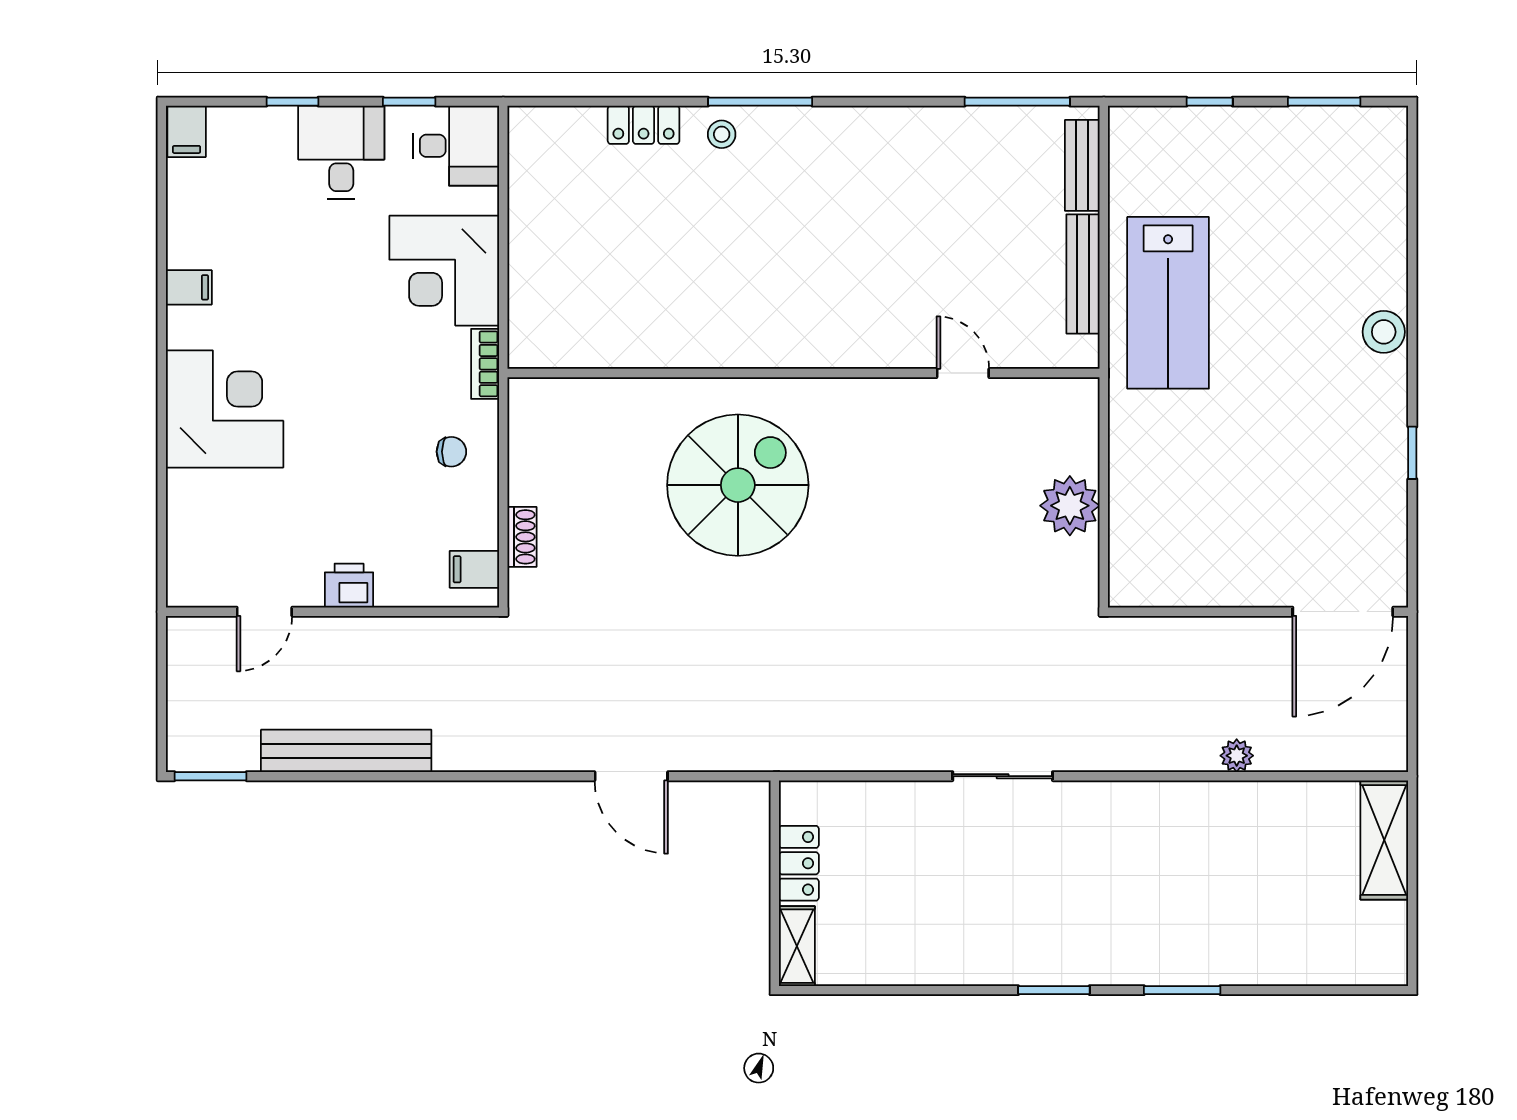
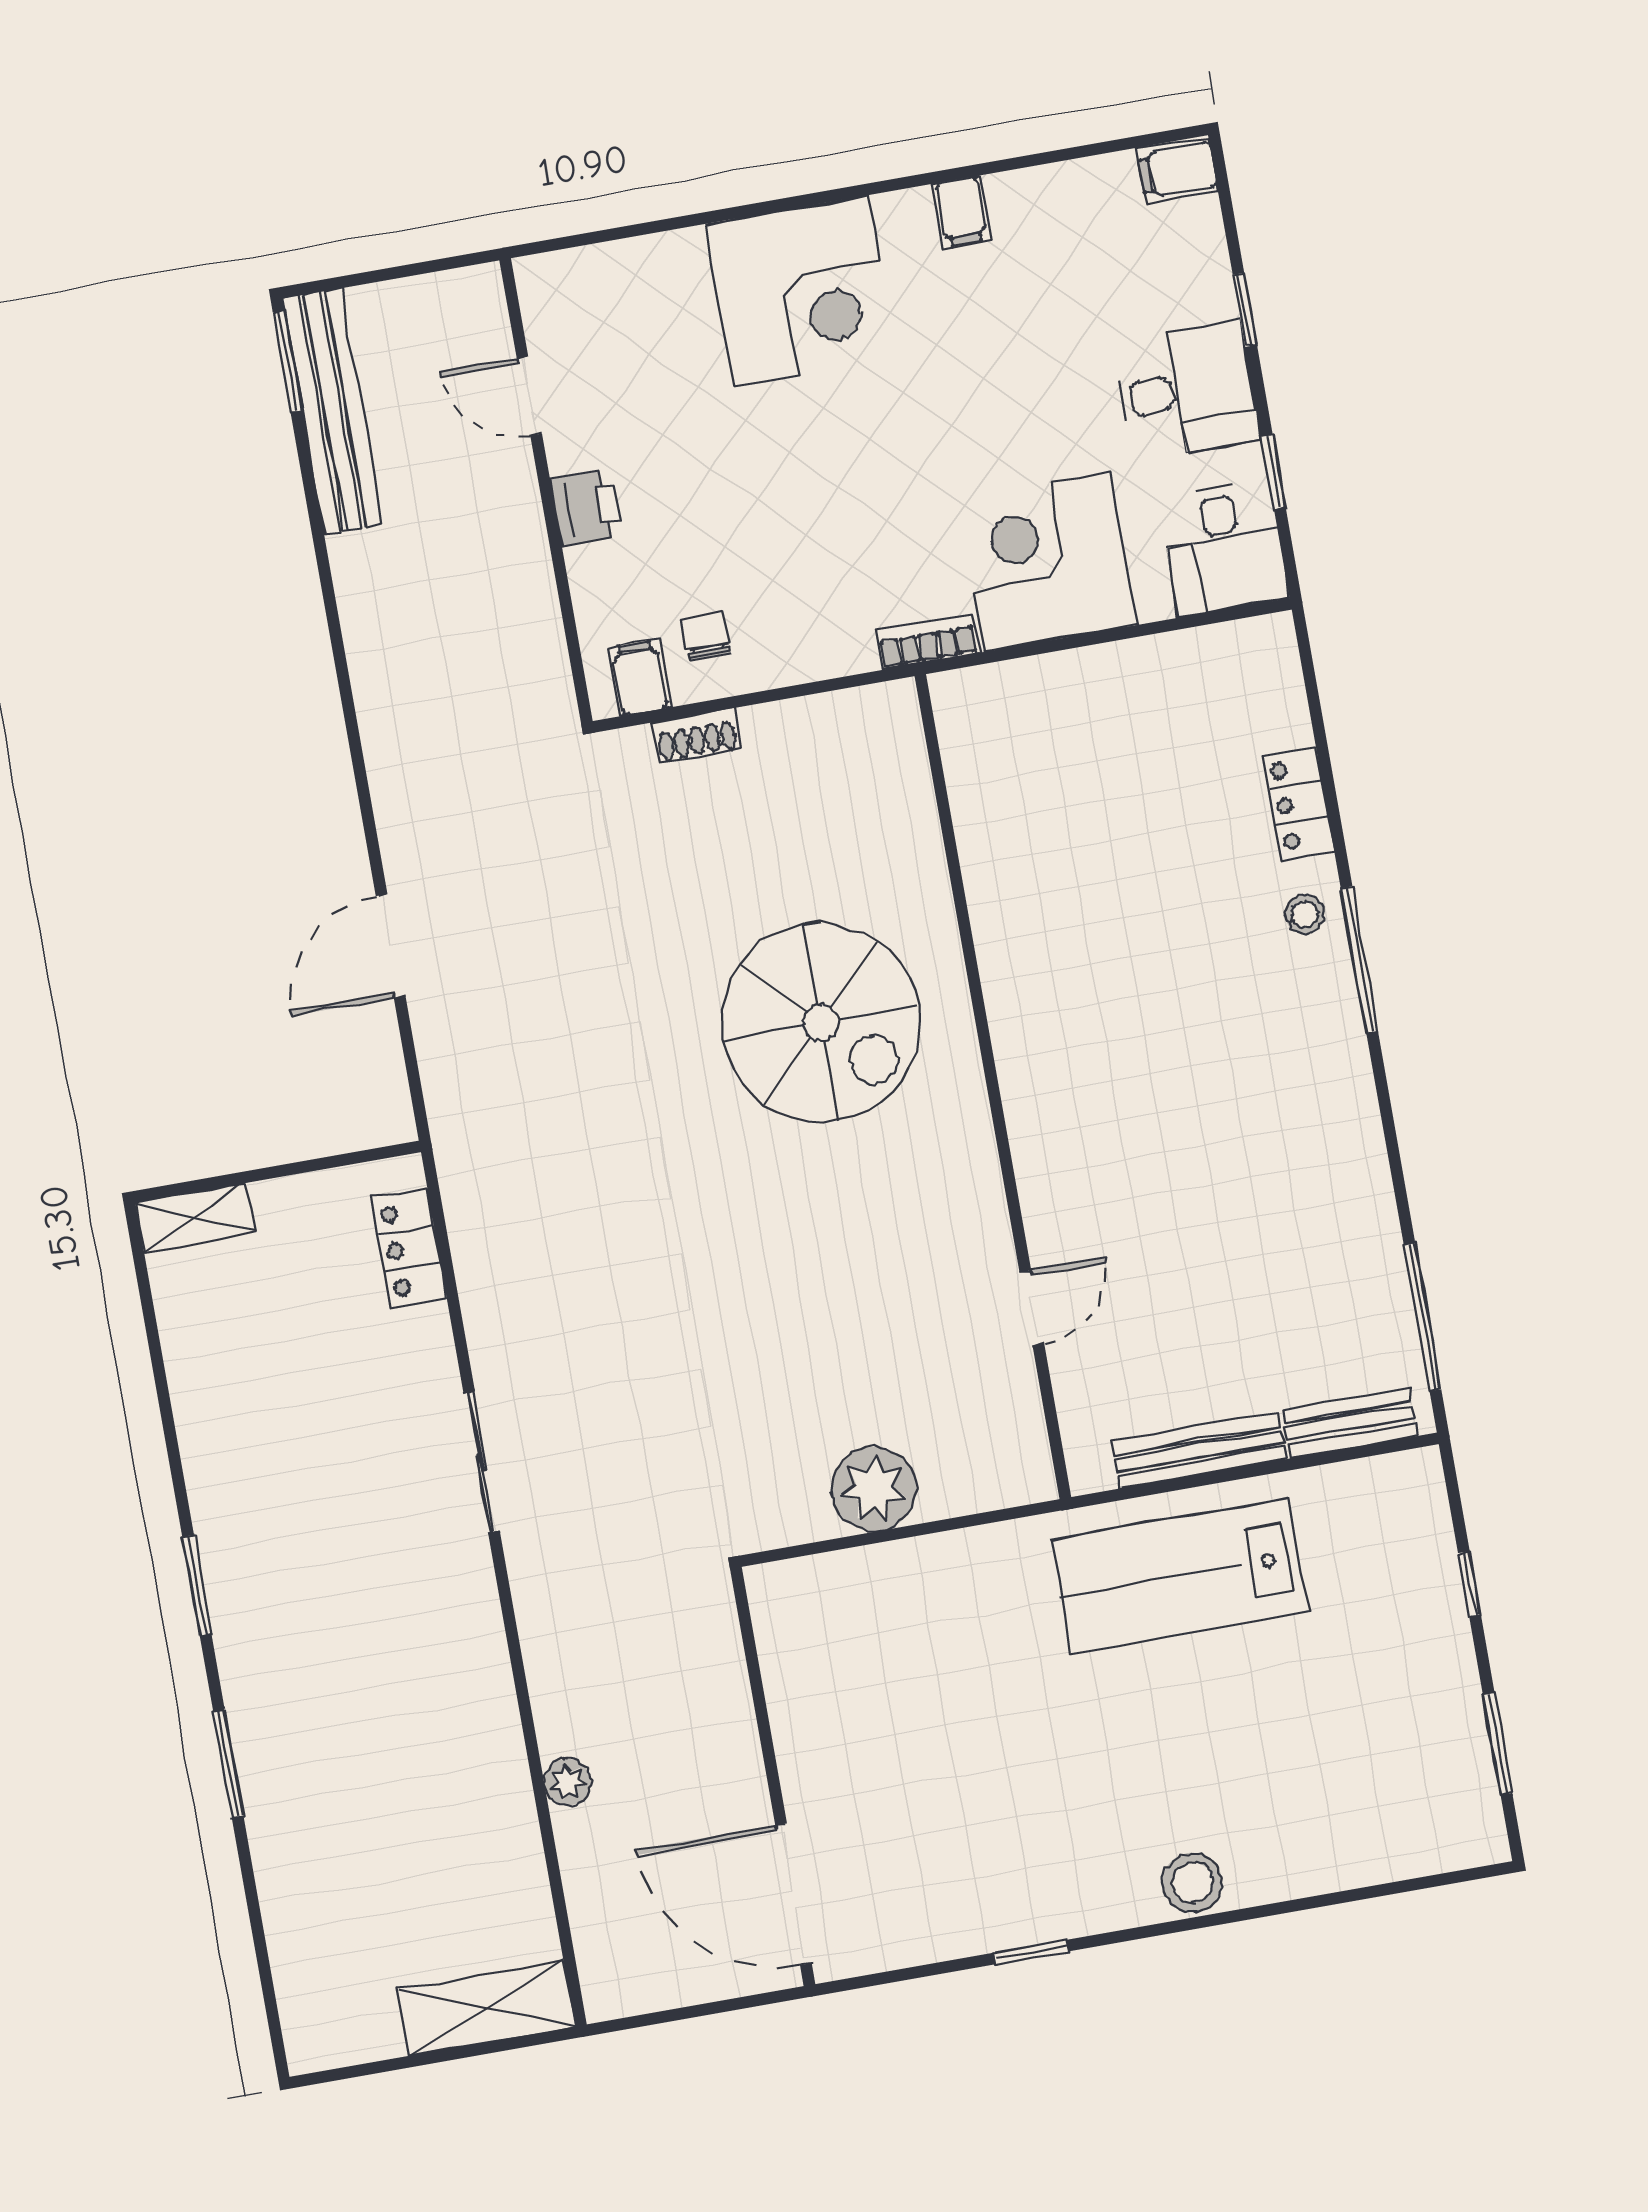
chair: (451, 452) -> (706, 636), moved, turned 180
bench: (346, 751) -> (333, 412), moved
locker: (799, 863) -> (409, 1249), moved, turned 90

